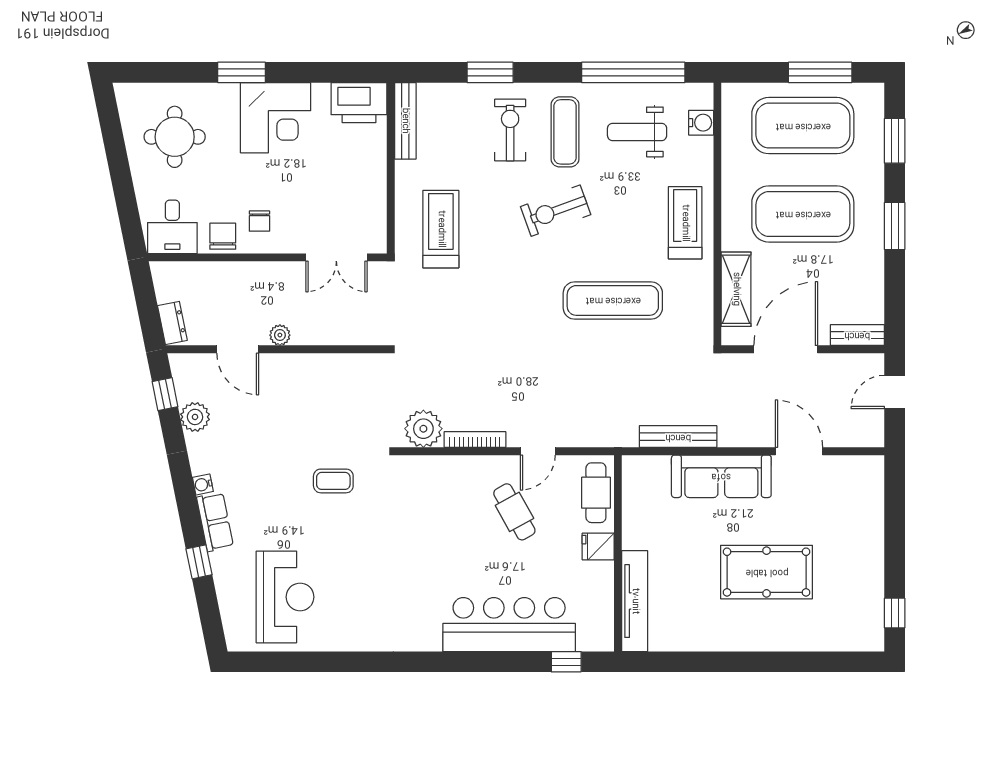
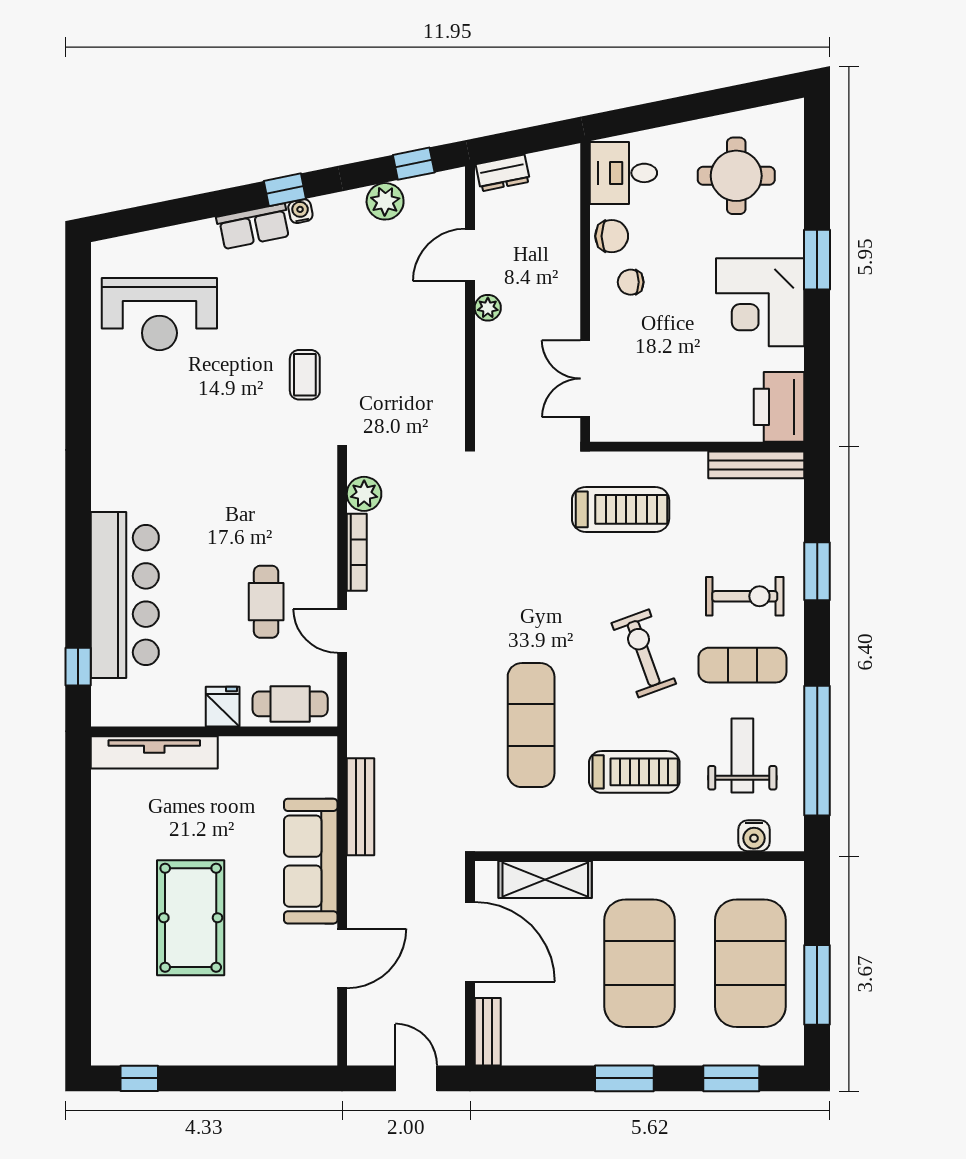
treadmill: (685, 223) -> (634, 772), moved
plant: (423, 429) -> (364, 494), width x0.73, depth x0.73
cafe table: (514, 512) -> (266, 602), turned -61
window: (199, 562) -> (285, 190), moved

